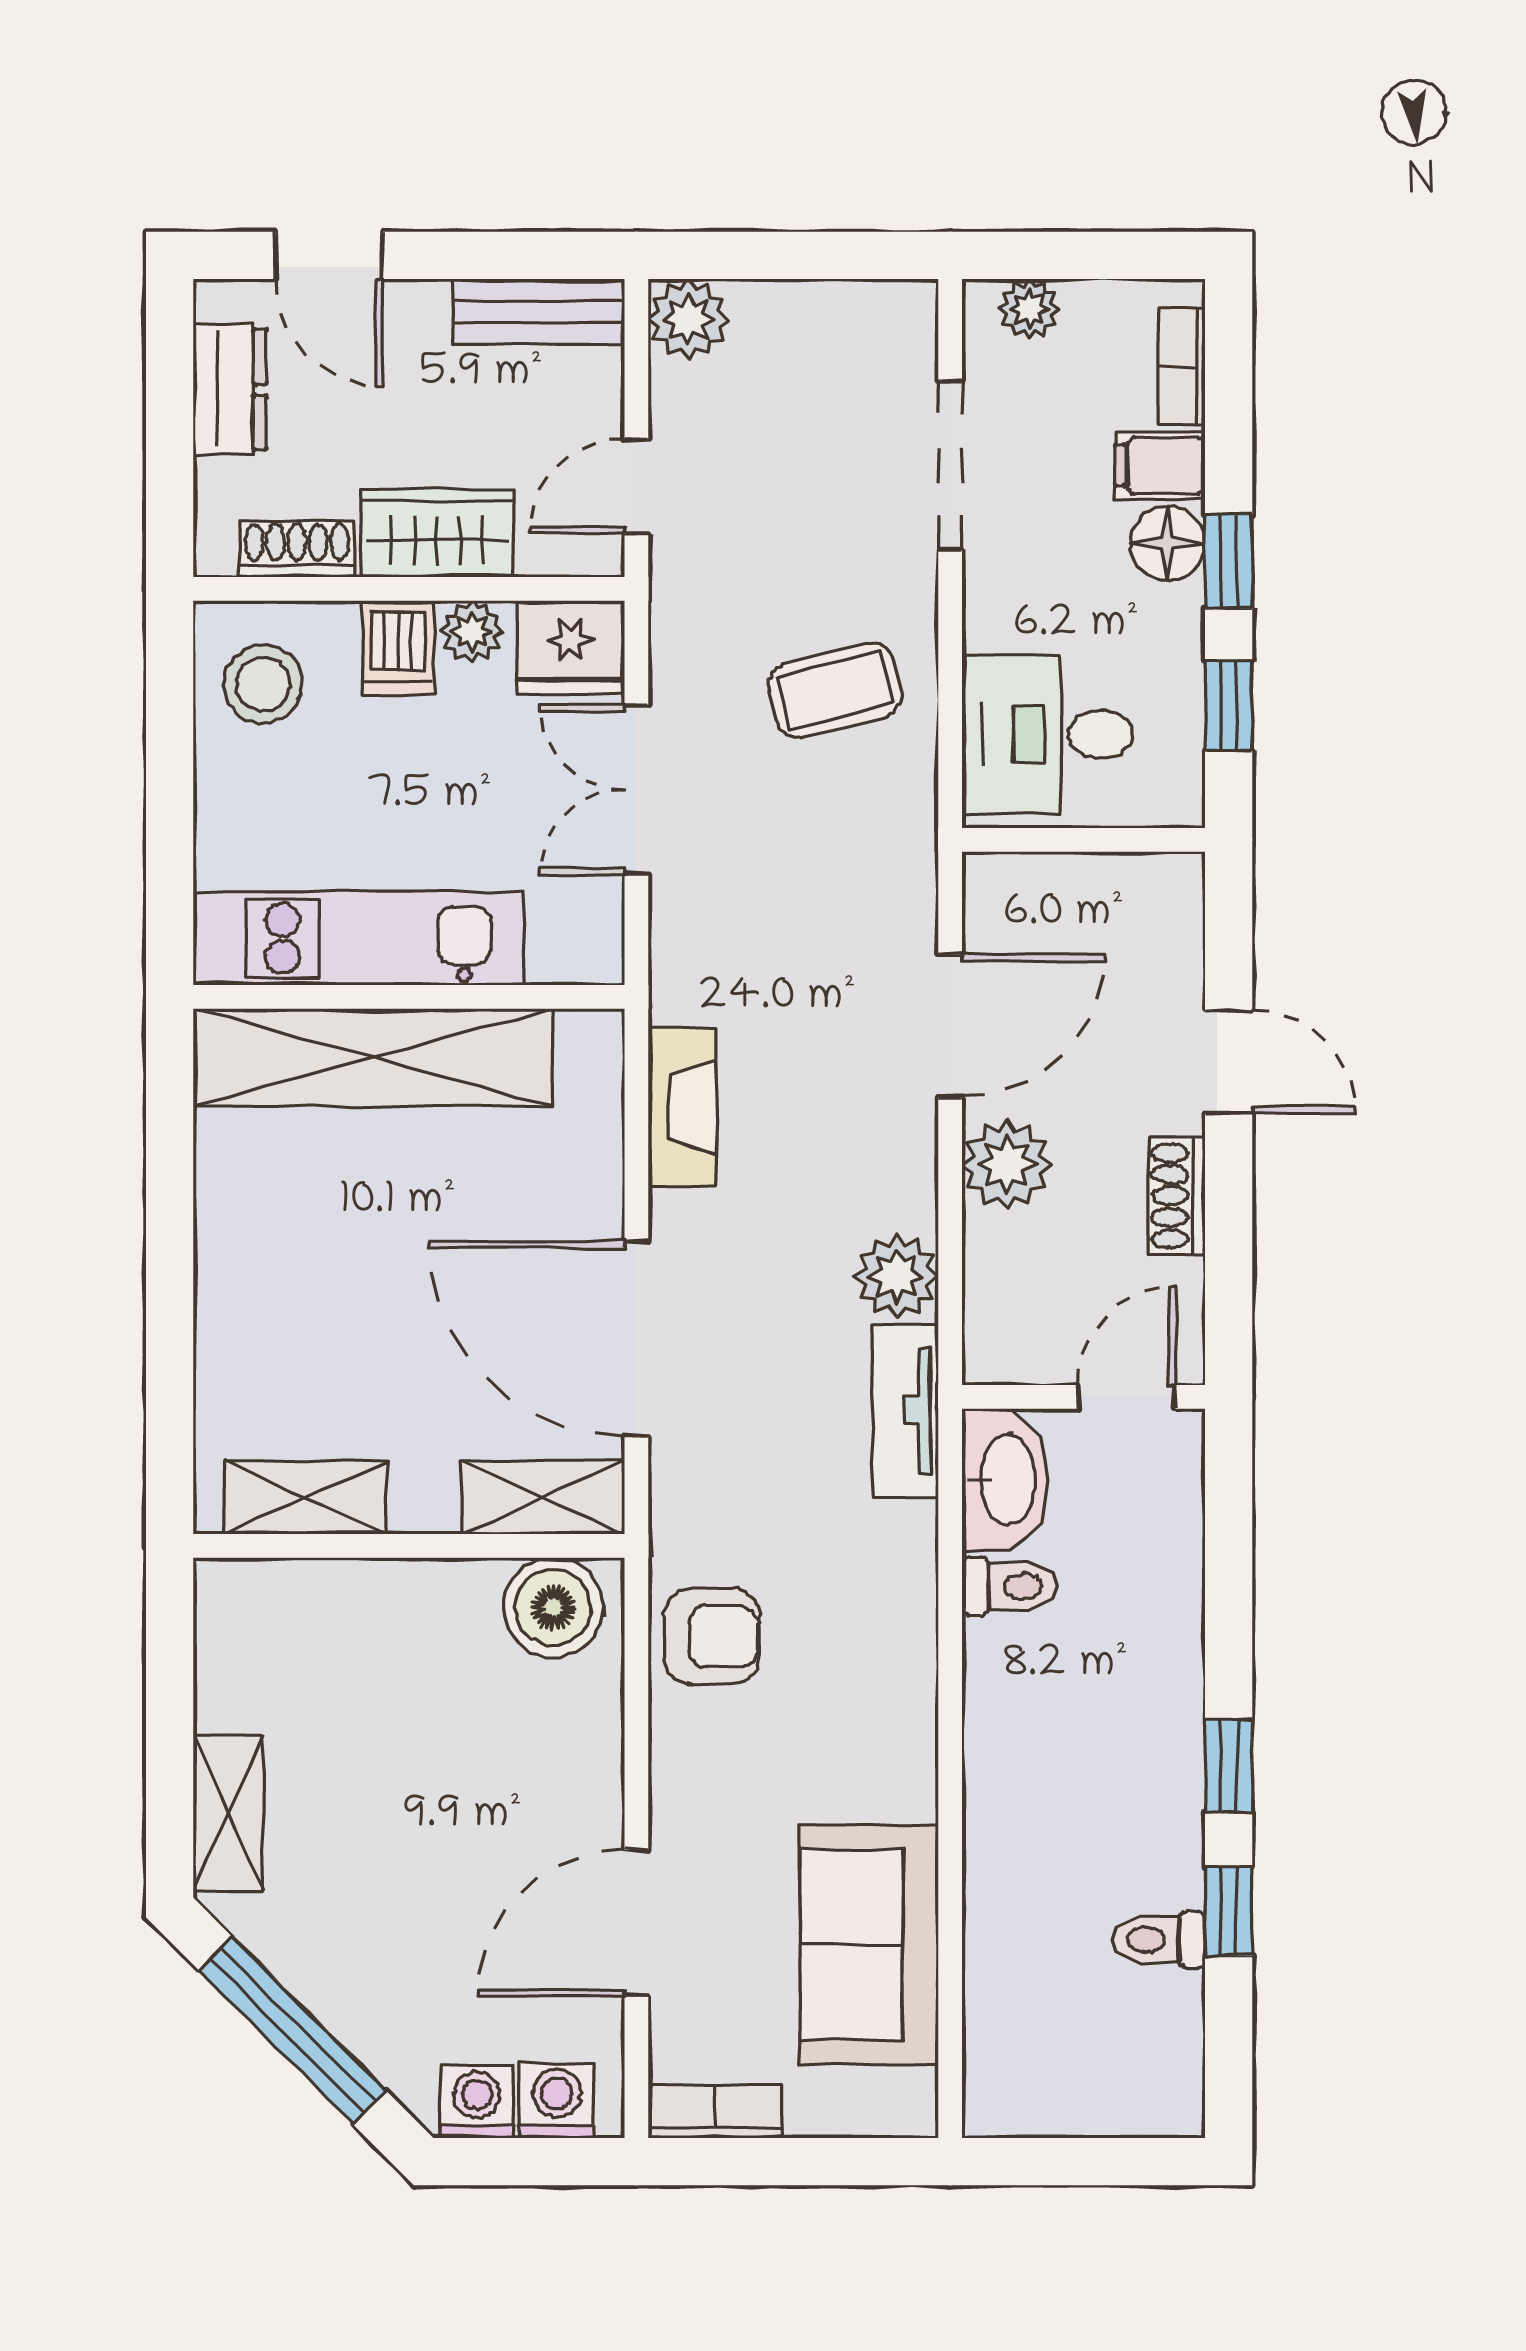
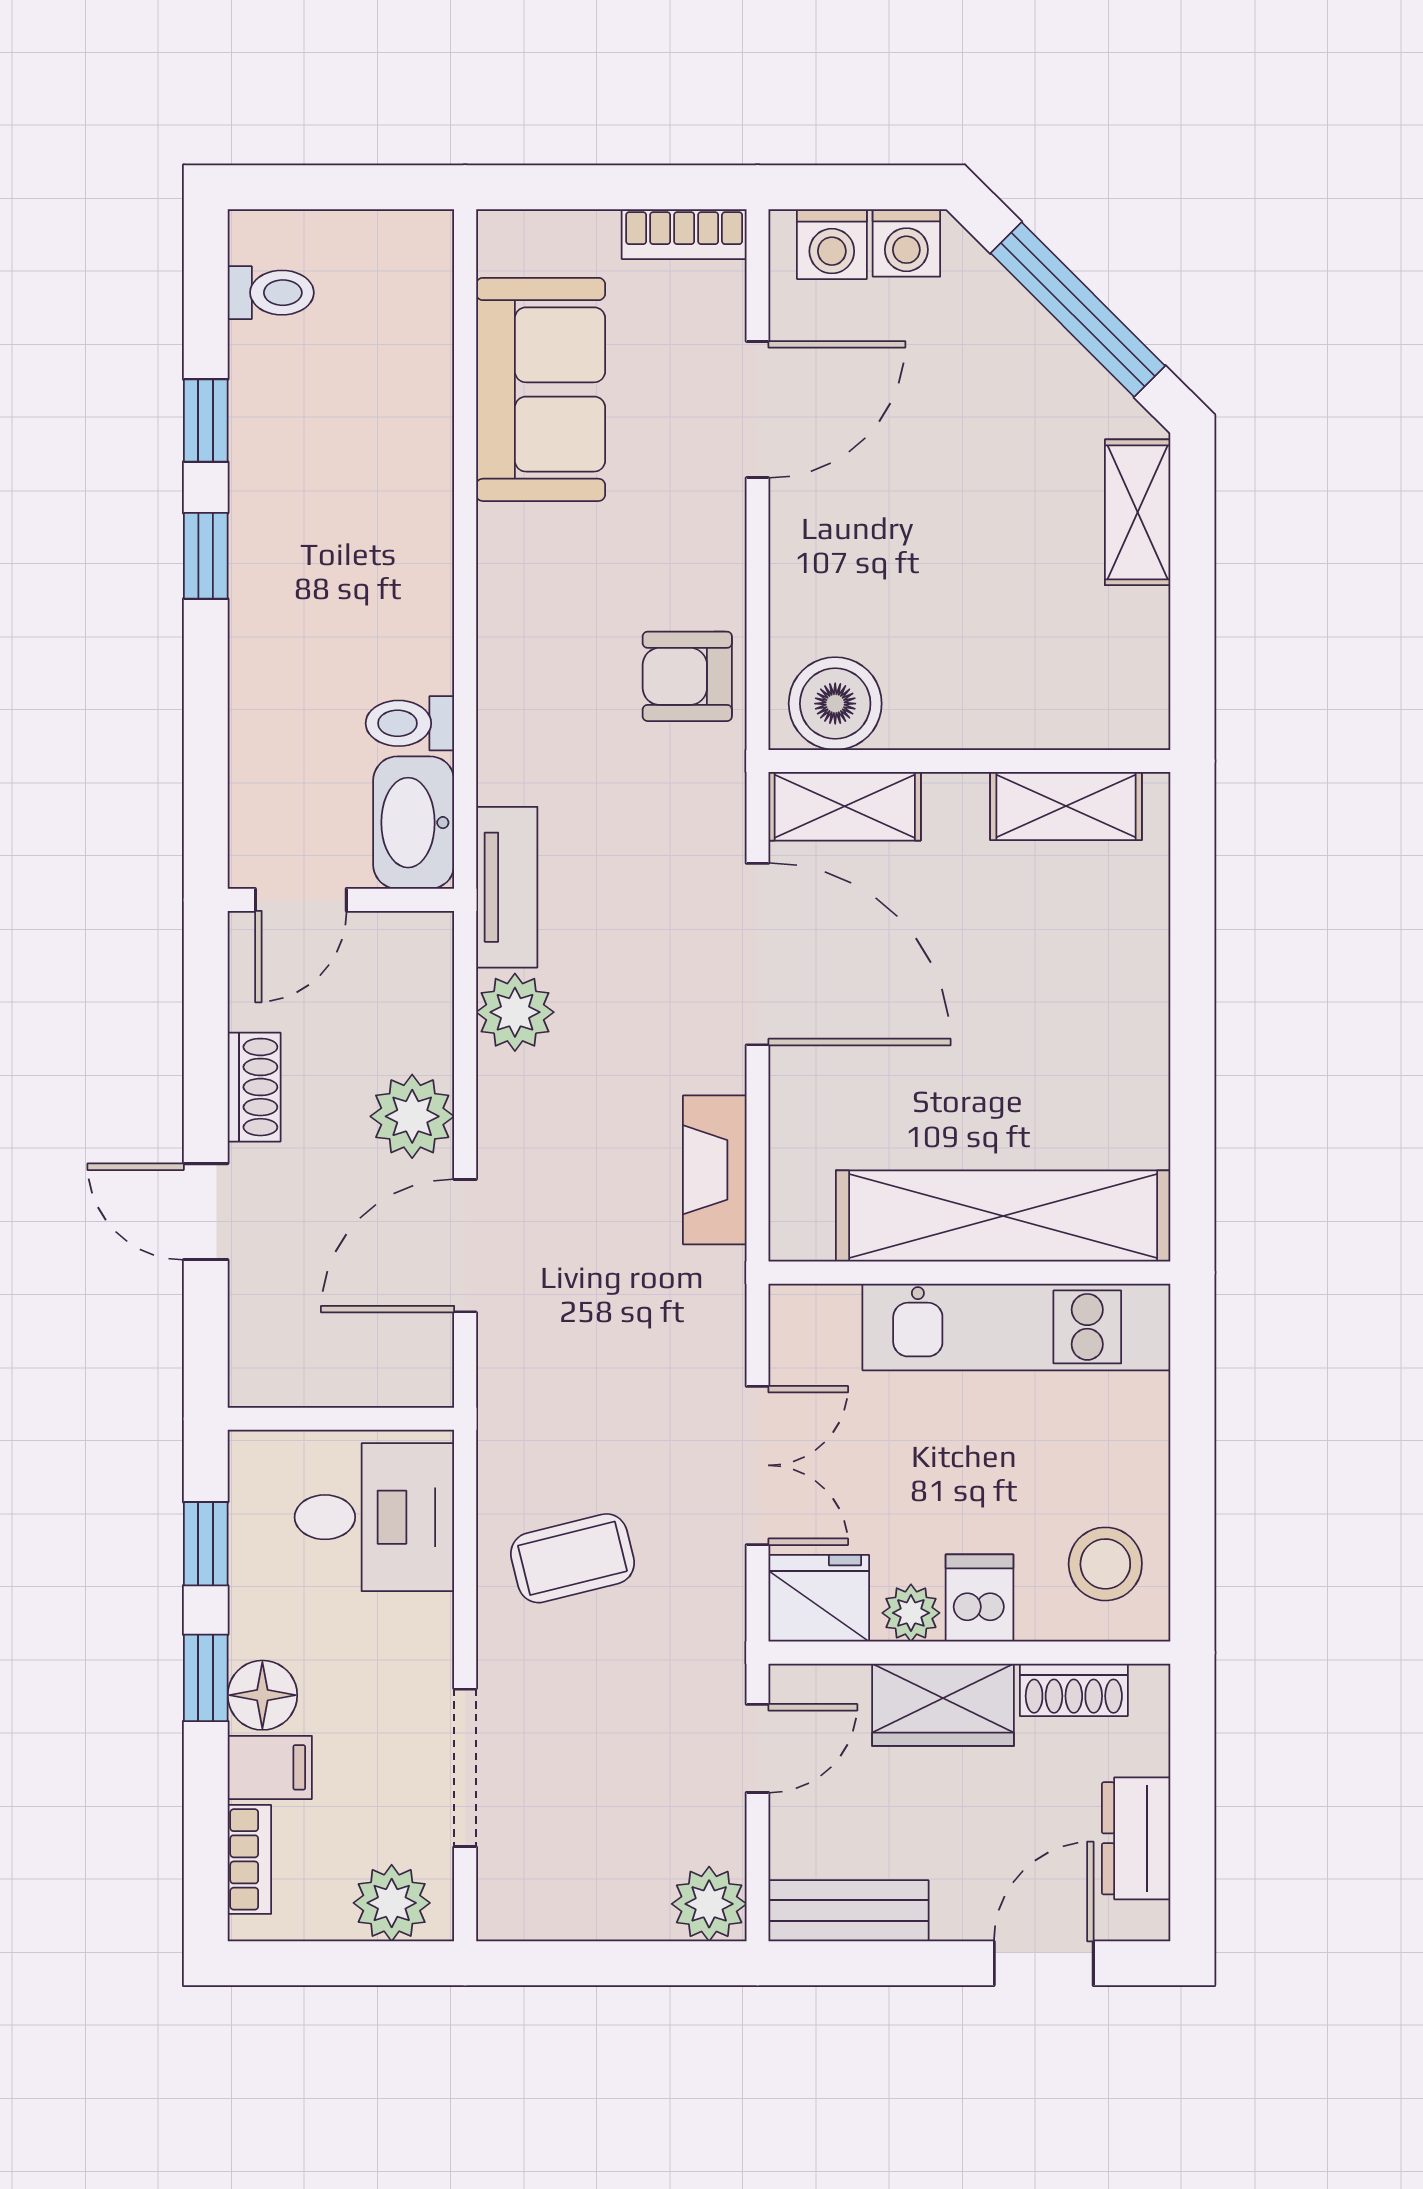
door: (329, 255) -> (1044, 1963), hinge flipped
plant: (1029, 309) -> (392, 1903), width x1.38, depth x1.38
toilet: (1159, 1940) -> (271, 293), moved

